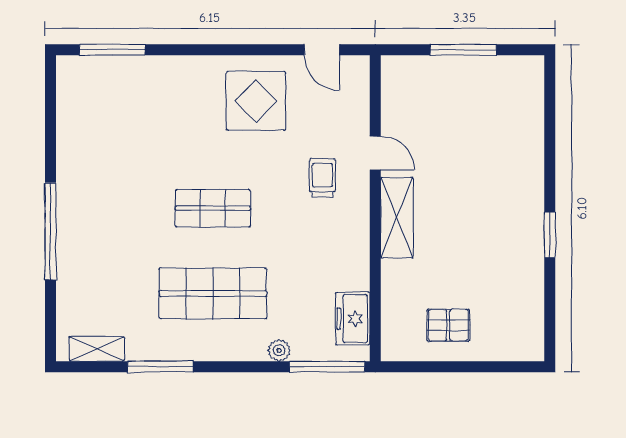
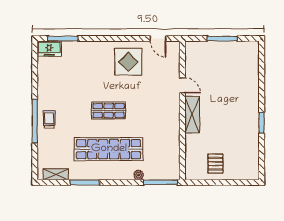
trolley: (322, 178) -> (49, 119), moved
shop shelf: (213, 293) -> (109, 149), width x1.40
freezer: (353, 319) -> (49, 49), moved, turned -90
pallet: (448, 325) -> (215, 164), turned 90

